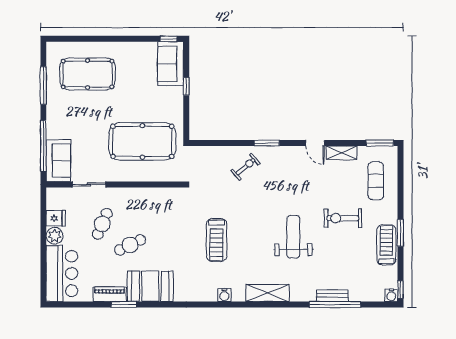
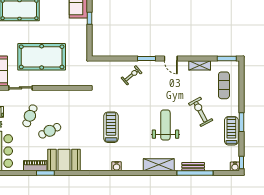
pool table: (142, 141) -> (42, 57), moved
door: (315, 143) -> (171, 59), moved
exercise bike: (343, 218) -> (201, 112), turned 62
treadmill: (217, 240) -> (111, 127), turned 180
shelving: (267, 293) -> (159, 165), moved

